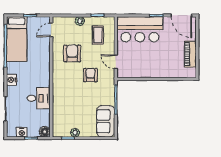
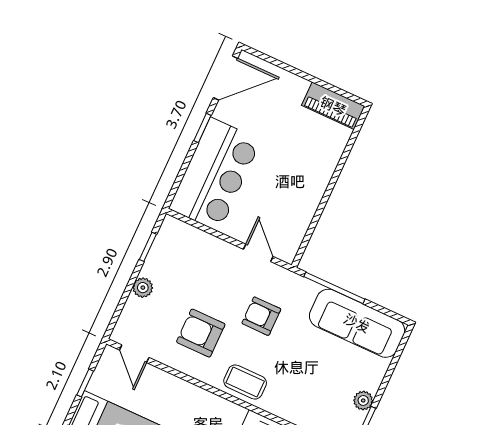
coffee table: (98, 35) -> (245, 382), moved
piano: (190, 54) -> (333, 106), moved
door: (116, 62) -> (258, 253), swing flipped
sofa: (106, 121) -> (357, 323), width x1.36

